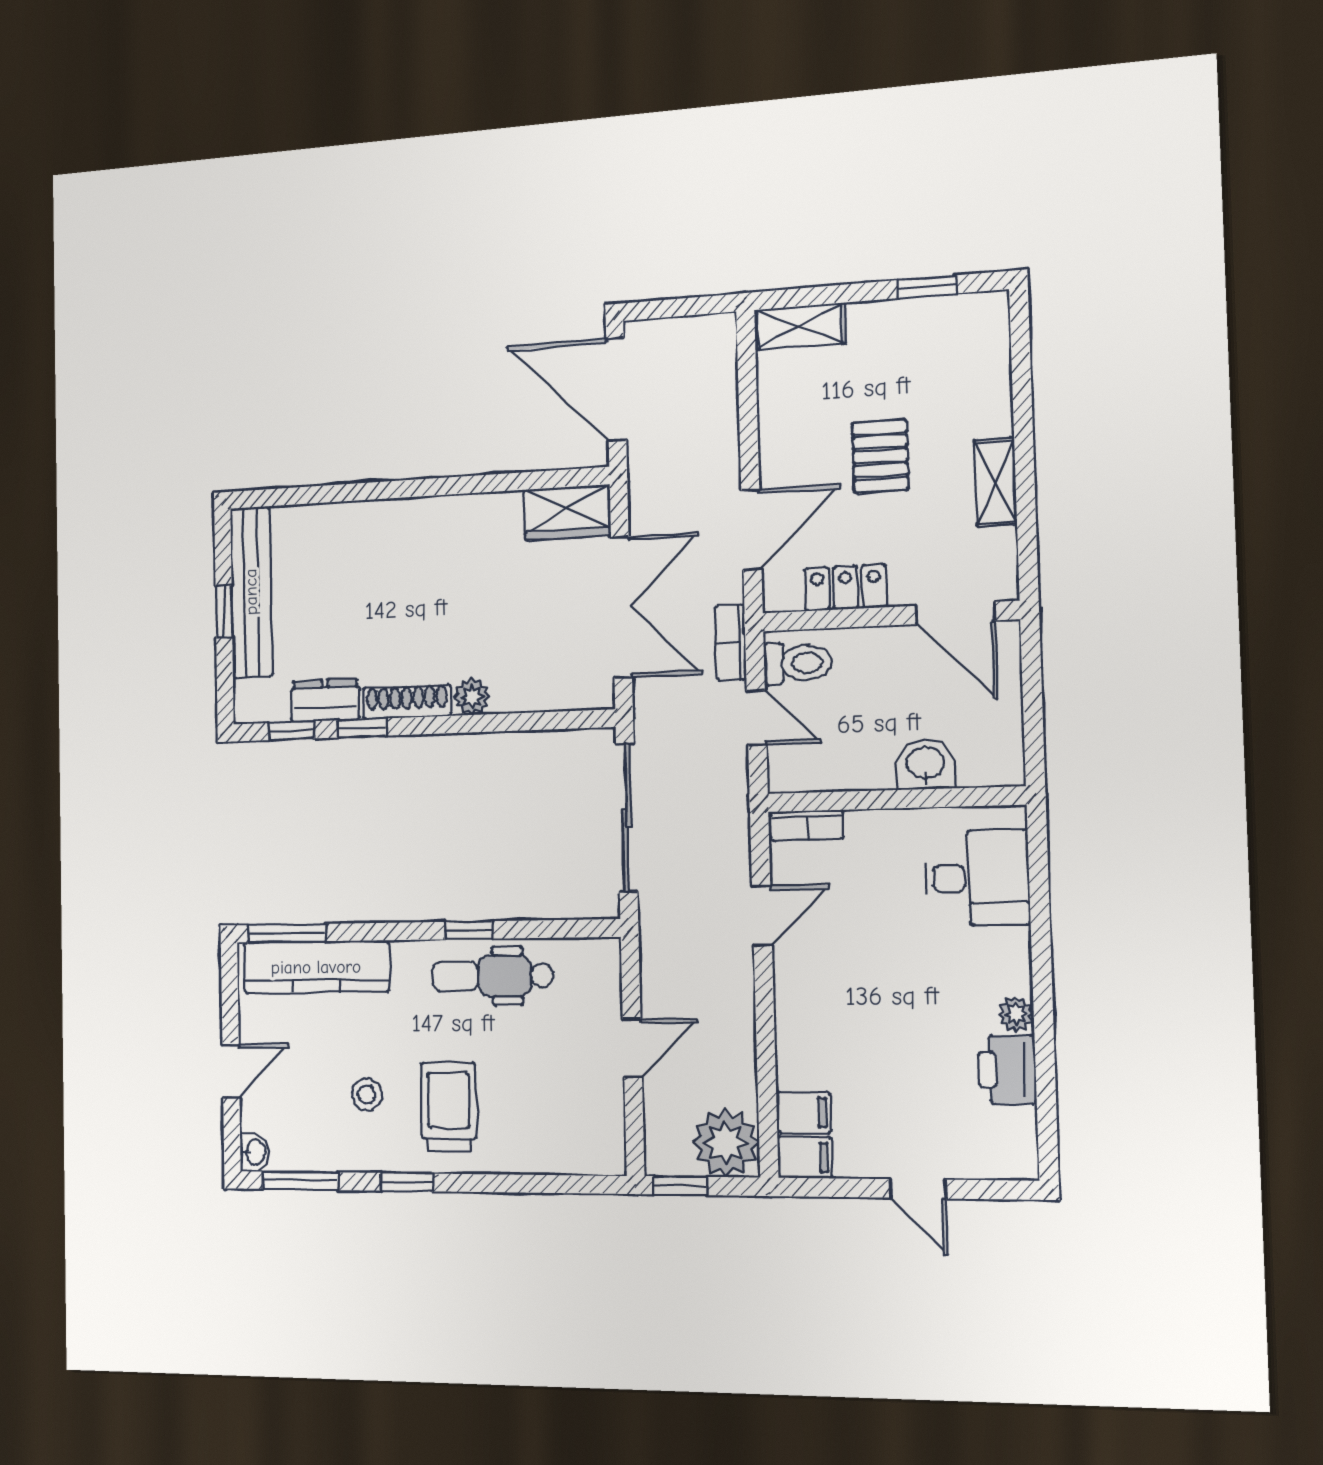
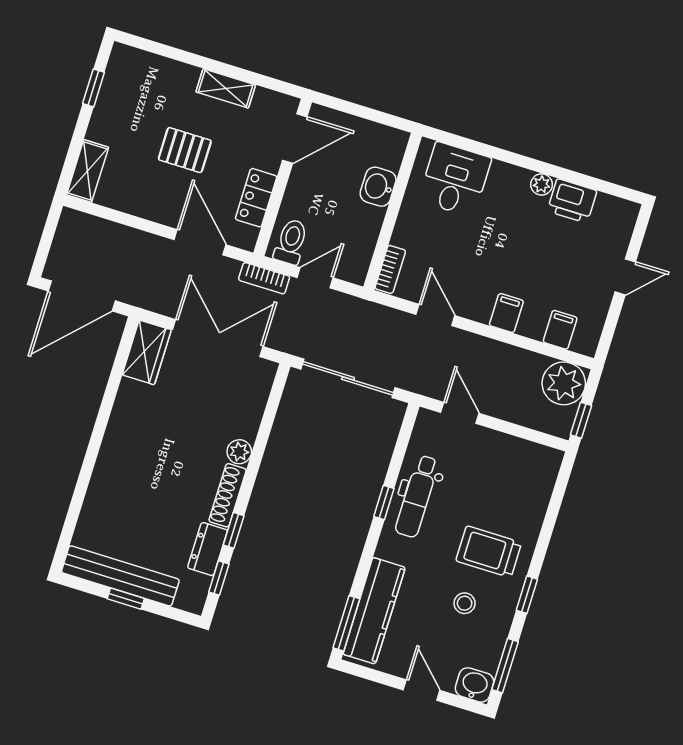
door: (632, 1048) -> (460, 413), moved
washbasin: (255, 1152) -> (474, 685), width x1.38, depth x1.45
filing cabinet: (805, 1157) -> (506, 313), moved

